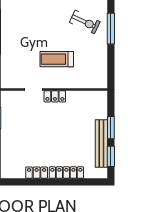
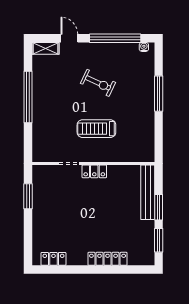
exercise bike: (85, 22) -> (98, 83), moved
bench: (101, 143) -> (148, 192), moved
locker: (37, 173) -> (53, 259), moved

